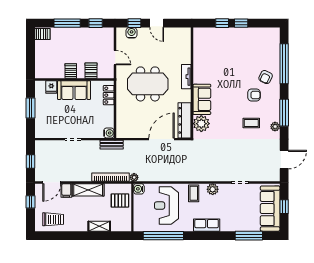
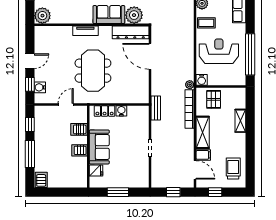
plant: (201, 35) -> (42, 16), added
water cooler: (109, 133) -> (121, 111), moved
reception desk: (166, 206) -> (219, 51), turned 180

